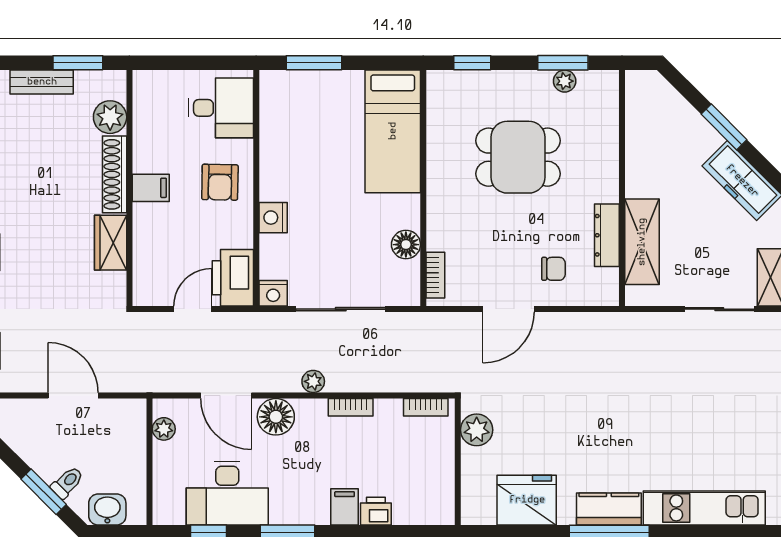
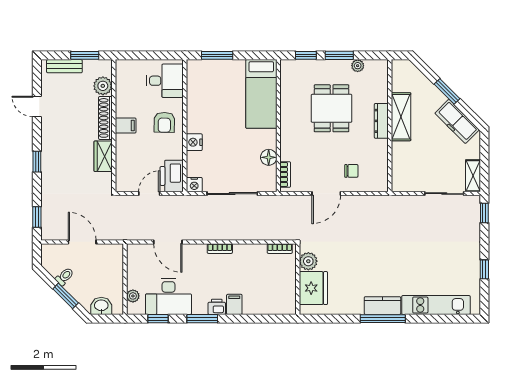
window: (563, 63) -> (339, 55), moved
dining table: (518, 157) -> (332, 108), turned 90
dresser: (607, 235) -> (381, 121), moved
shelving: (642, 242) -> (401, 117), moved
plant: (313, 381) -> (217, 234), removed
bookcase: (351, 407) -> (220, 249), moved
floor lamp: (276, 417) -> (196, 254), removed
plant: (164, 429) -> (133, 296), moved
toilet: (67, 482) -> (65, 277), moved
fridge: (527, 500) -> (313, 288), moved, turned 90
printer: (376, 511) -> (217, 307), moved

